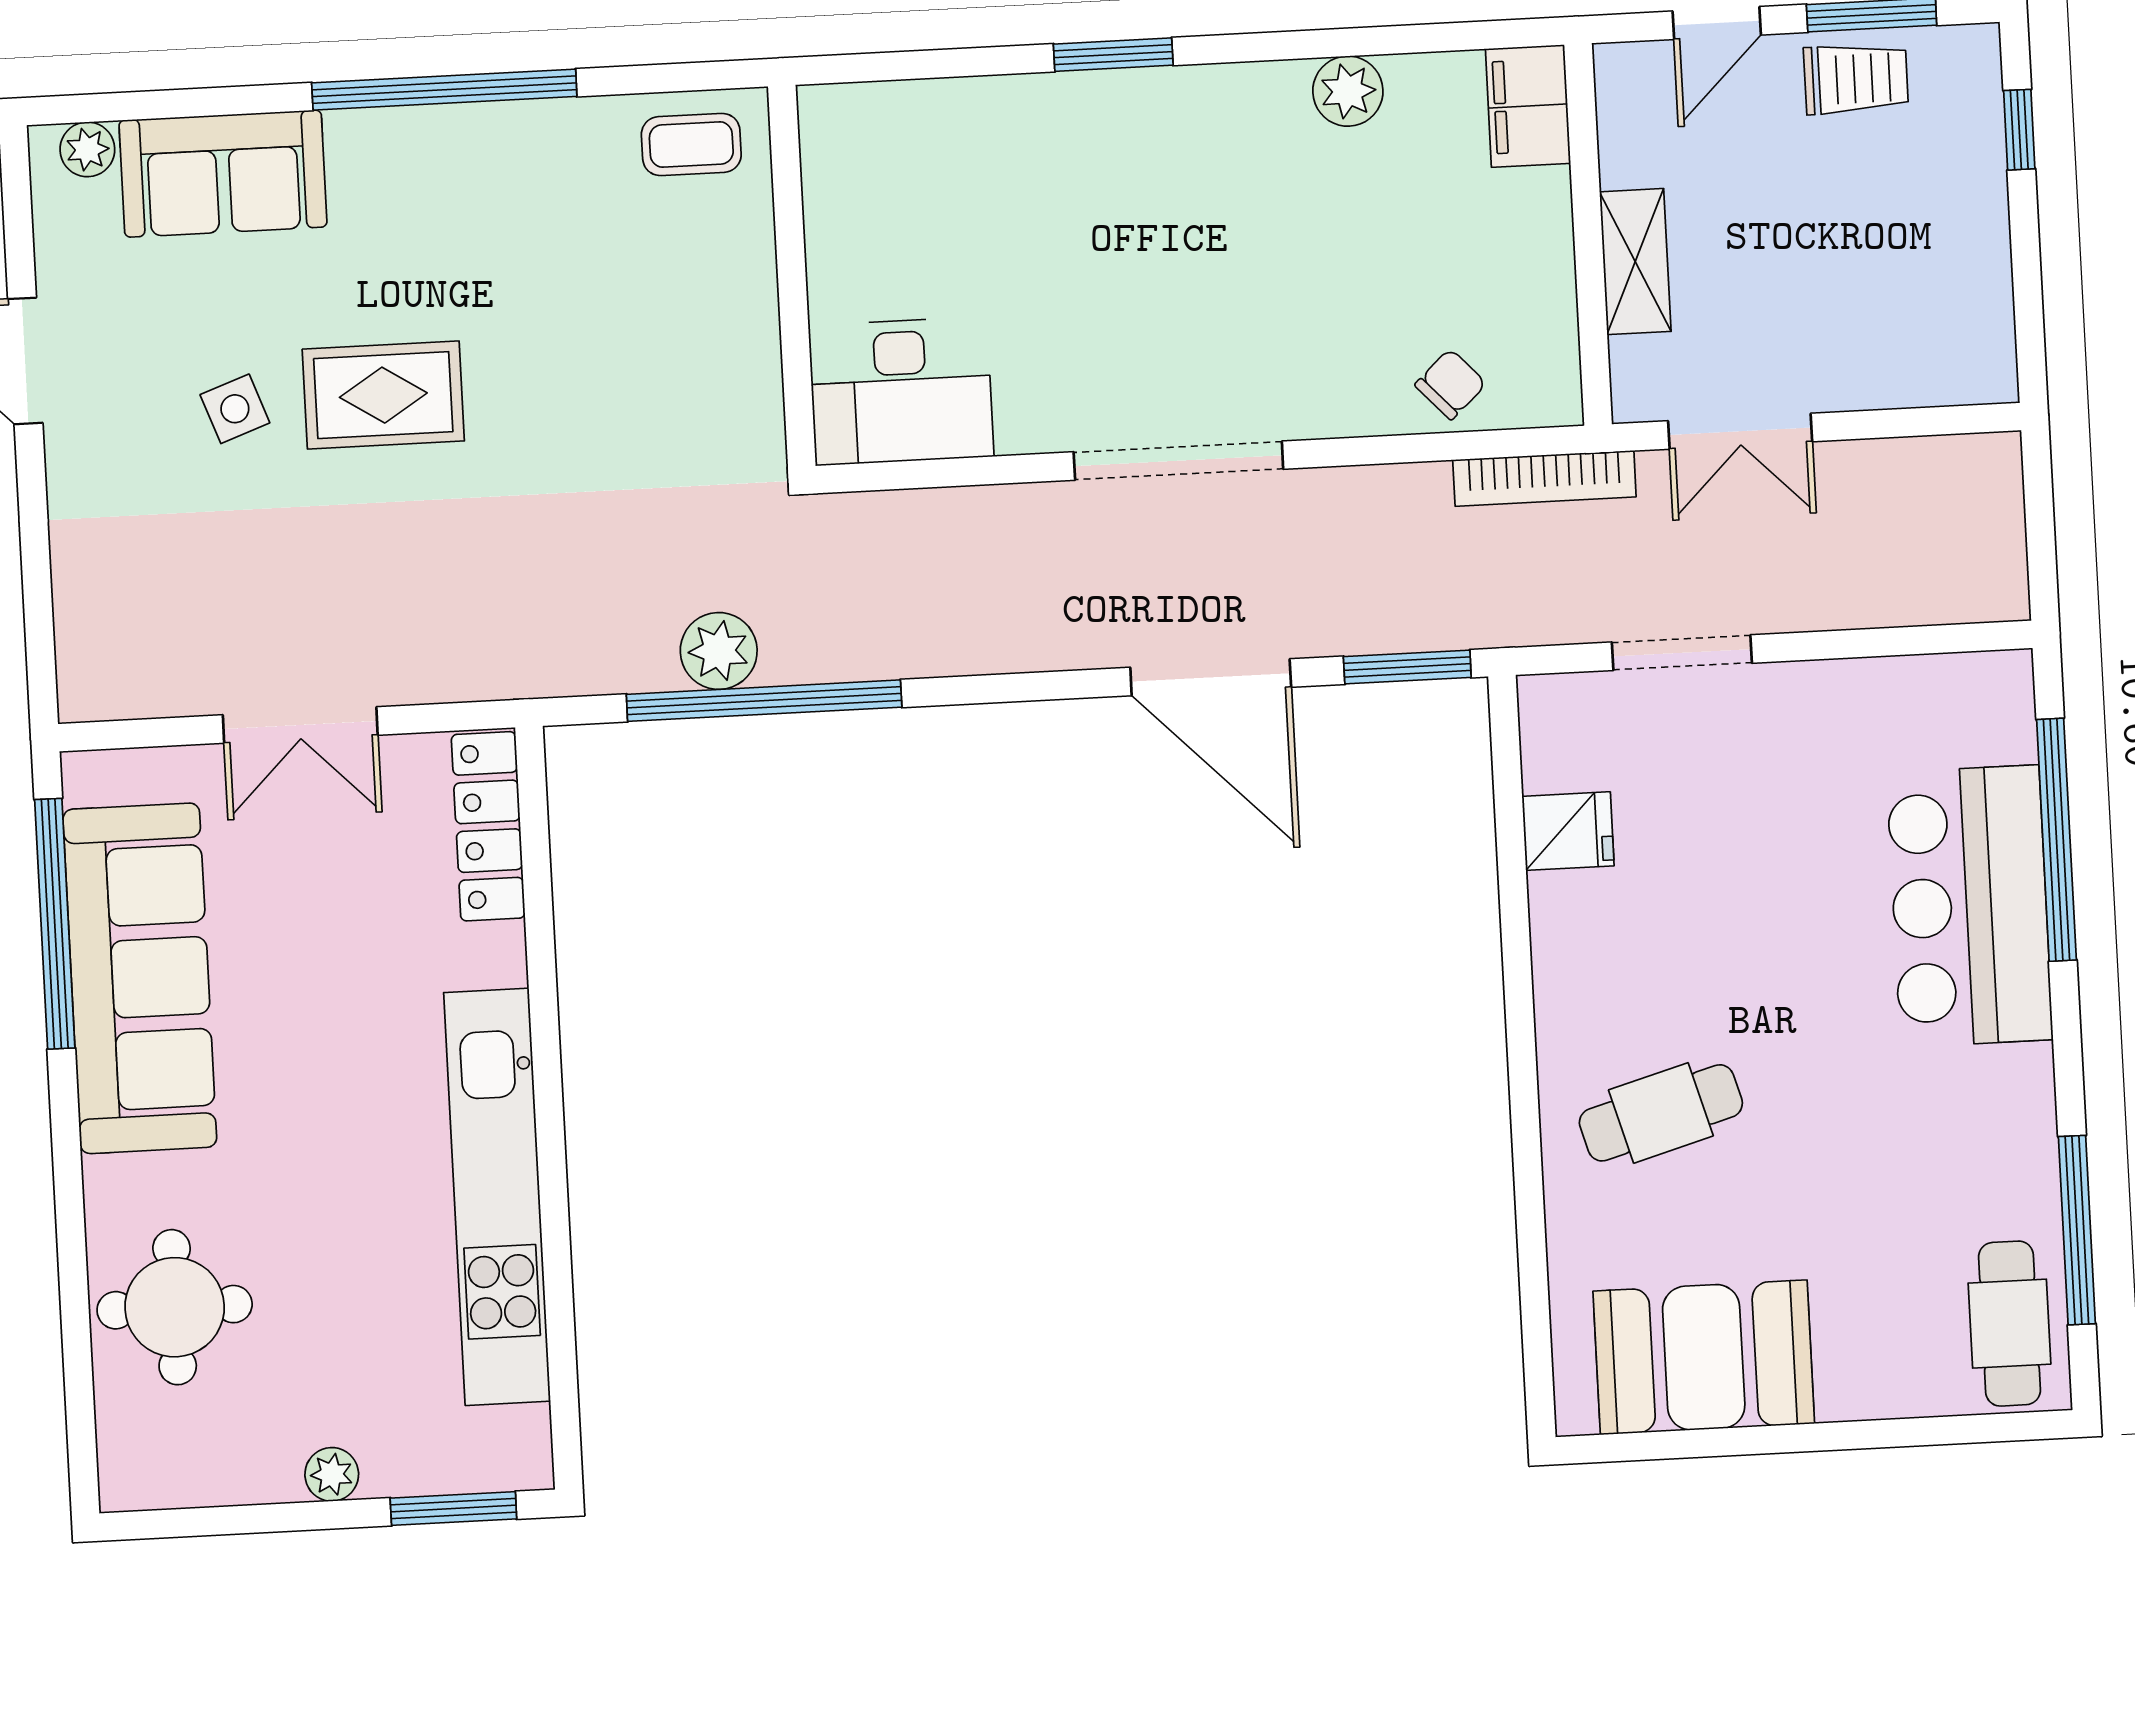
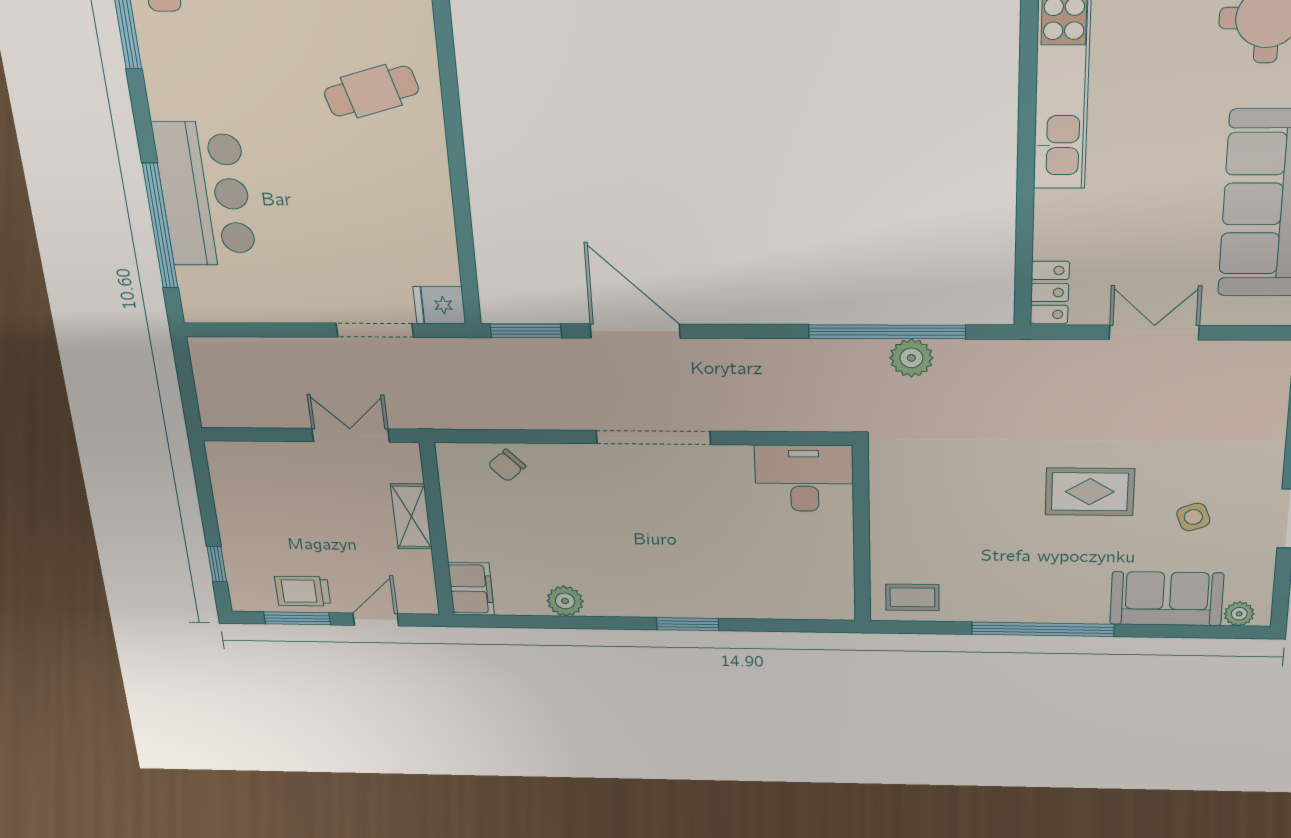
side table: (235, 409) -> (1193, 517), moved
bookcase: (1544, 478) -> (454, 419), removed
locker: (488, 826) -> (1050, 293), width x0.66
fridge: (1568, 831) -> (439, 305), moved

